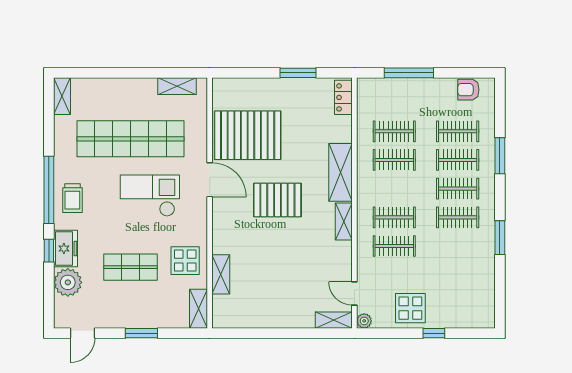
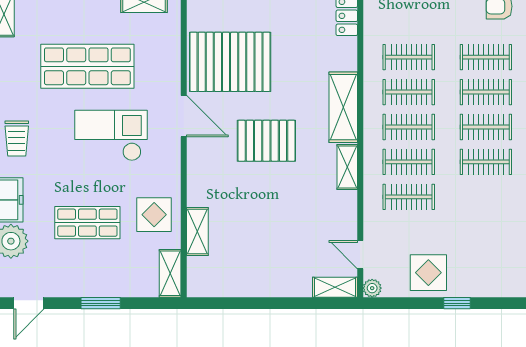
shop shelf: (131, 139) -> (87, 66), width x0.71
clothes rail: (394, 189) -> (409, 127), added

